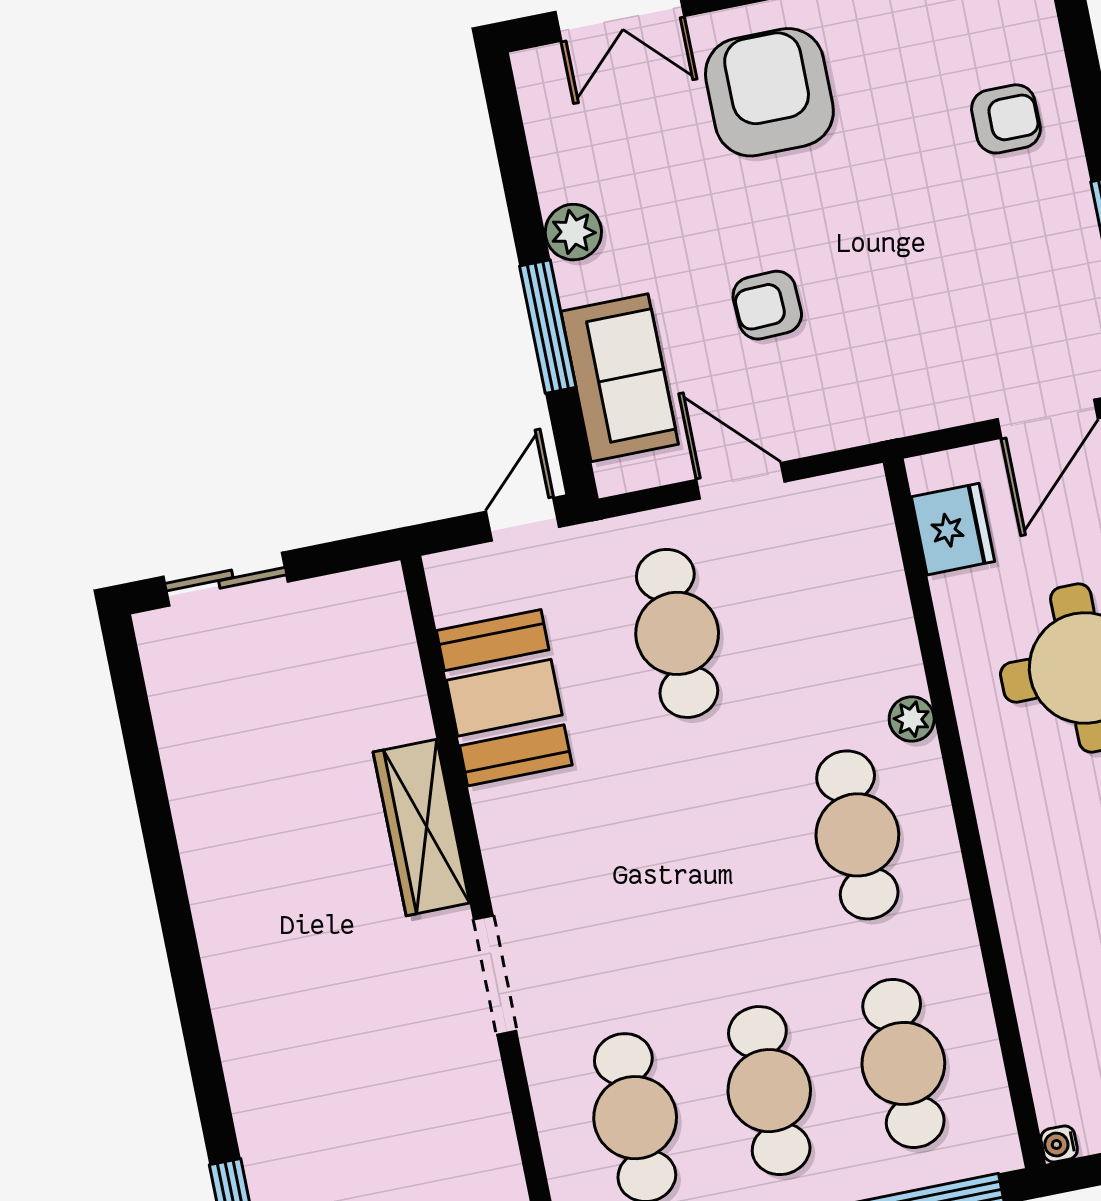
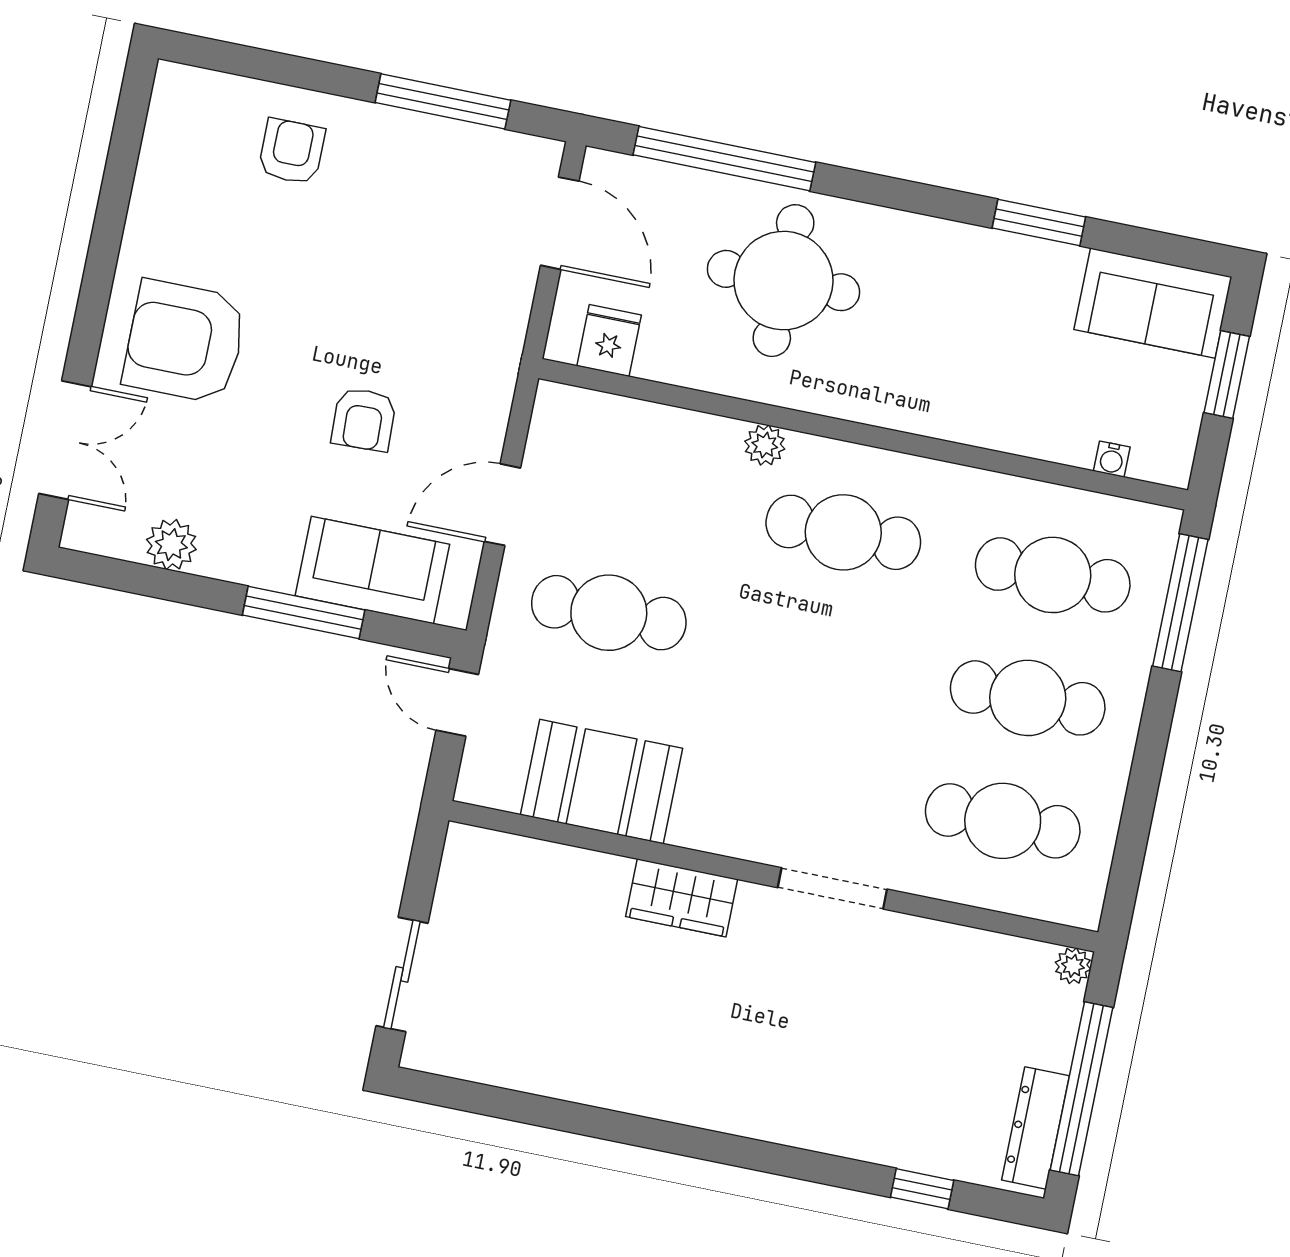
plant: (573, 232) -> (171, 545), moved
fridge: (953, 529) -> (609, 340), width x0.72
wardrobe: (421, 828) -> (682, 898), width x0.67
water cooler: (1059, 1144) -> (1112, 459), moved

